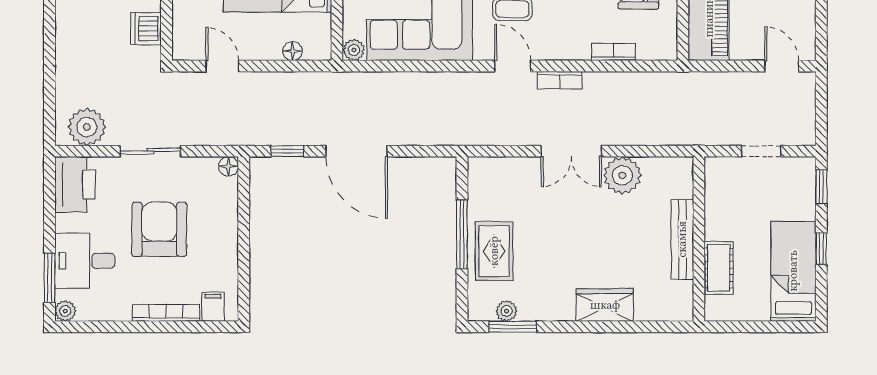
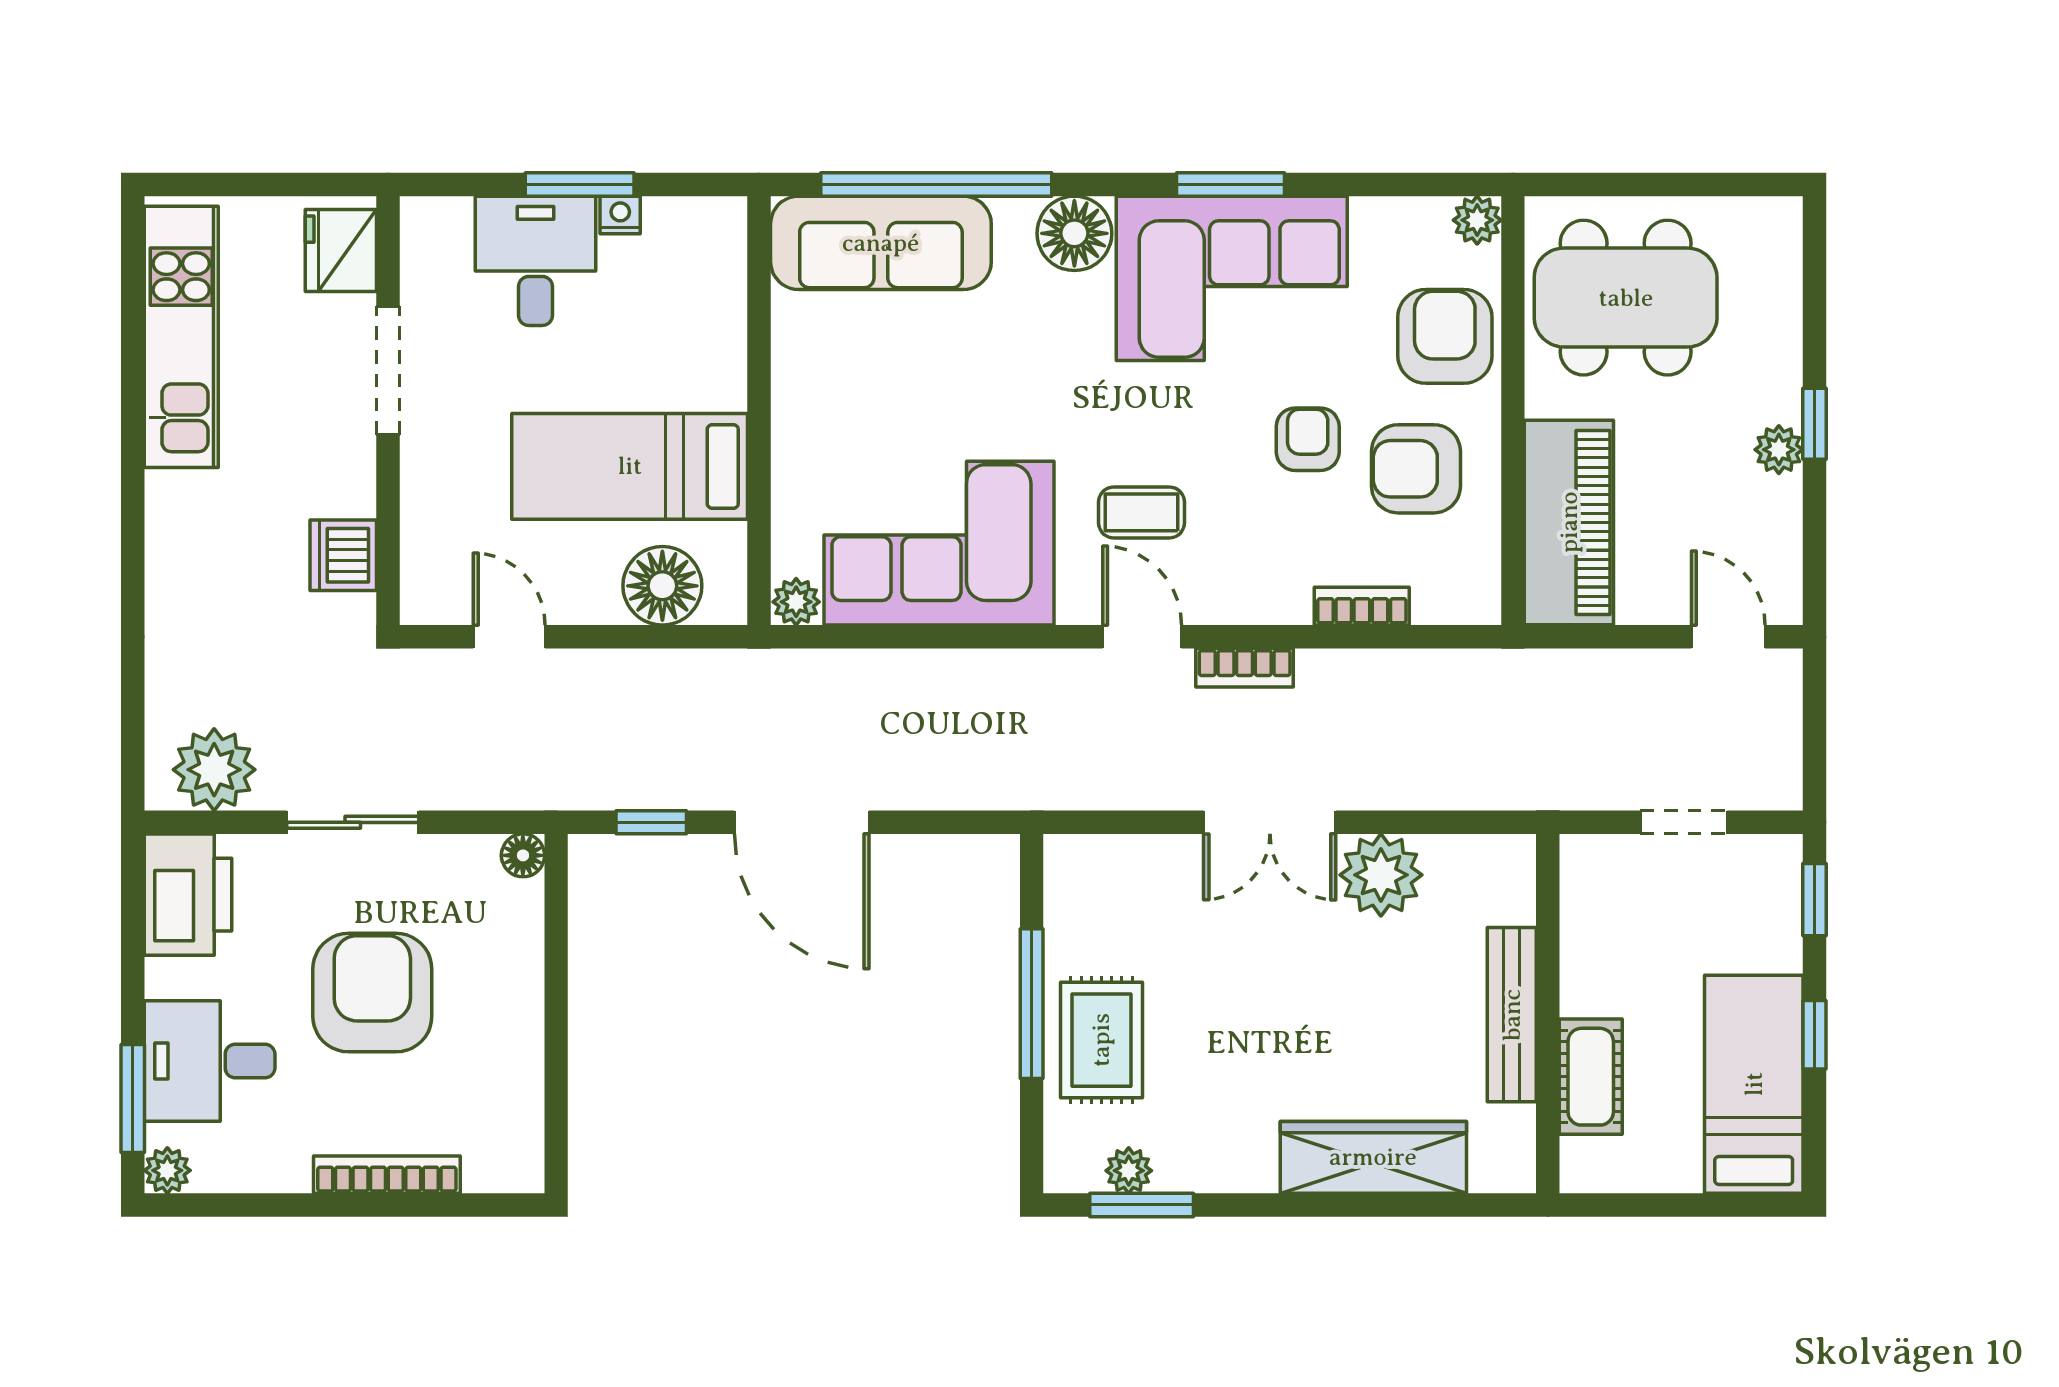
floor lamp: (293, 51) -> (662, 586), width x1.89, depth x1.89
wardrobe: (605, 305) -> (1373, 1157), width x1.50
filing cabinet: (213, 307) -> (489, 1161), removed

